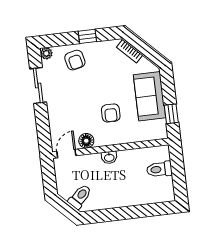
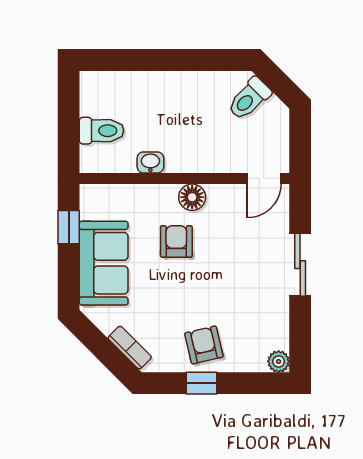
armchair: (75, 60) -> (204, 345), moved
sliding door: (38, 85) -> (300, 265), moved
floor lamp: (86, 141) -> (192, 197), moved
washbasin: (109, 157) -> (150, 162), moved

